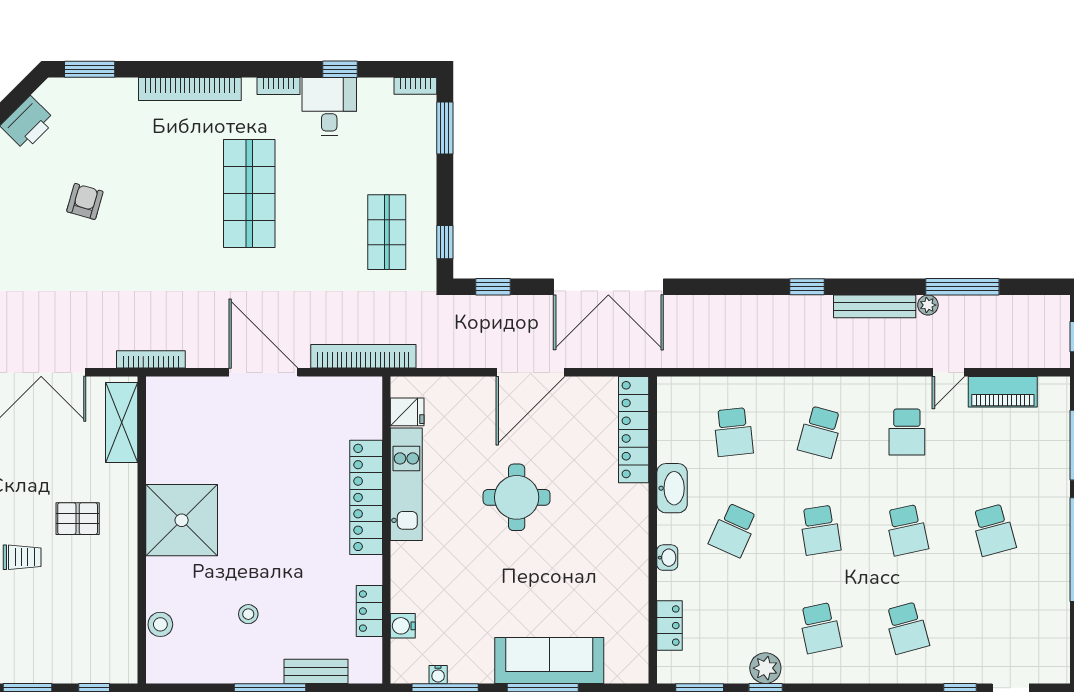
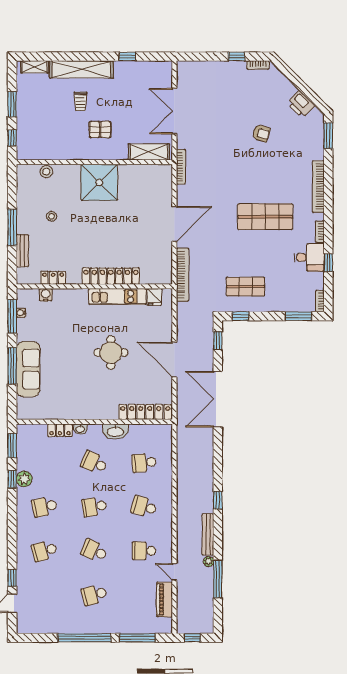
pallet: (78, 519) -> (100, 130), turned 90
school desk: (907, 530) -> (94, 551), turned 36
locker: (669, 626) -> (60, 430), moved

